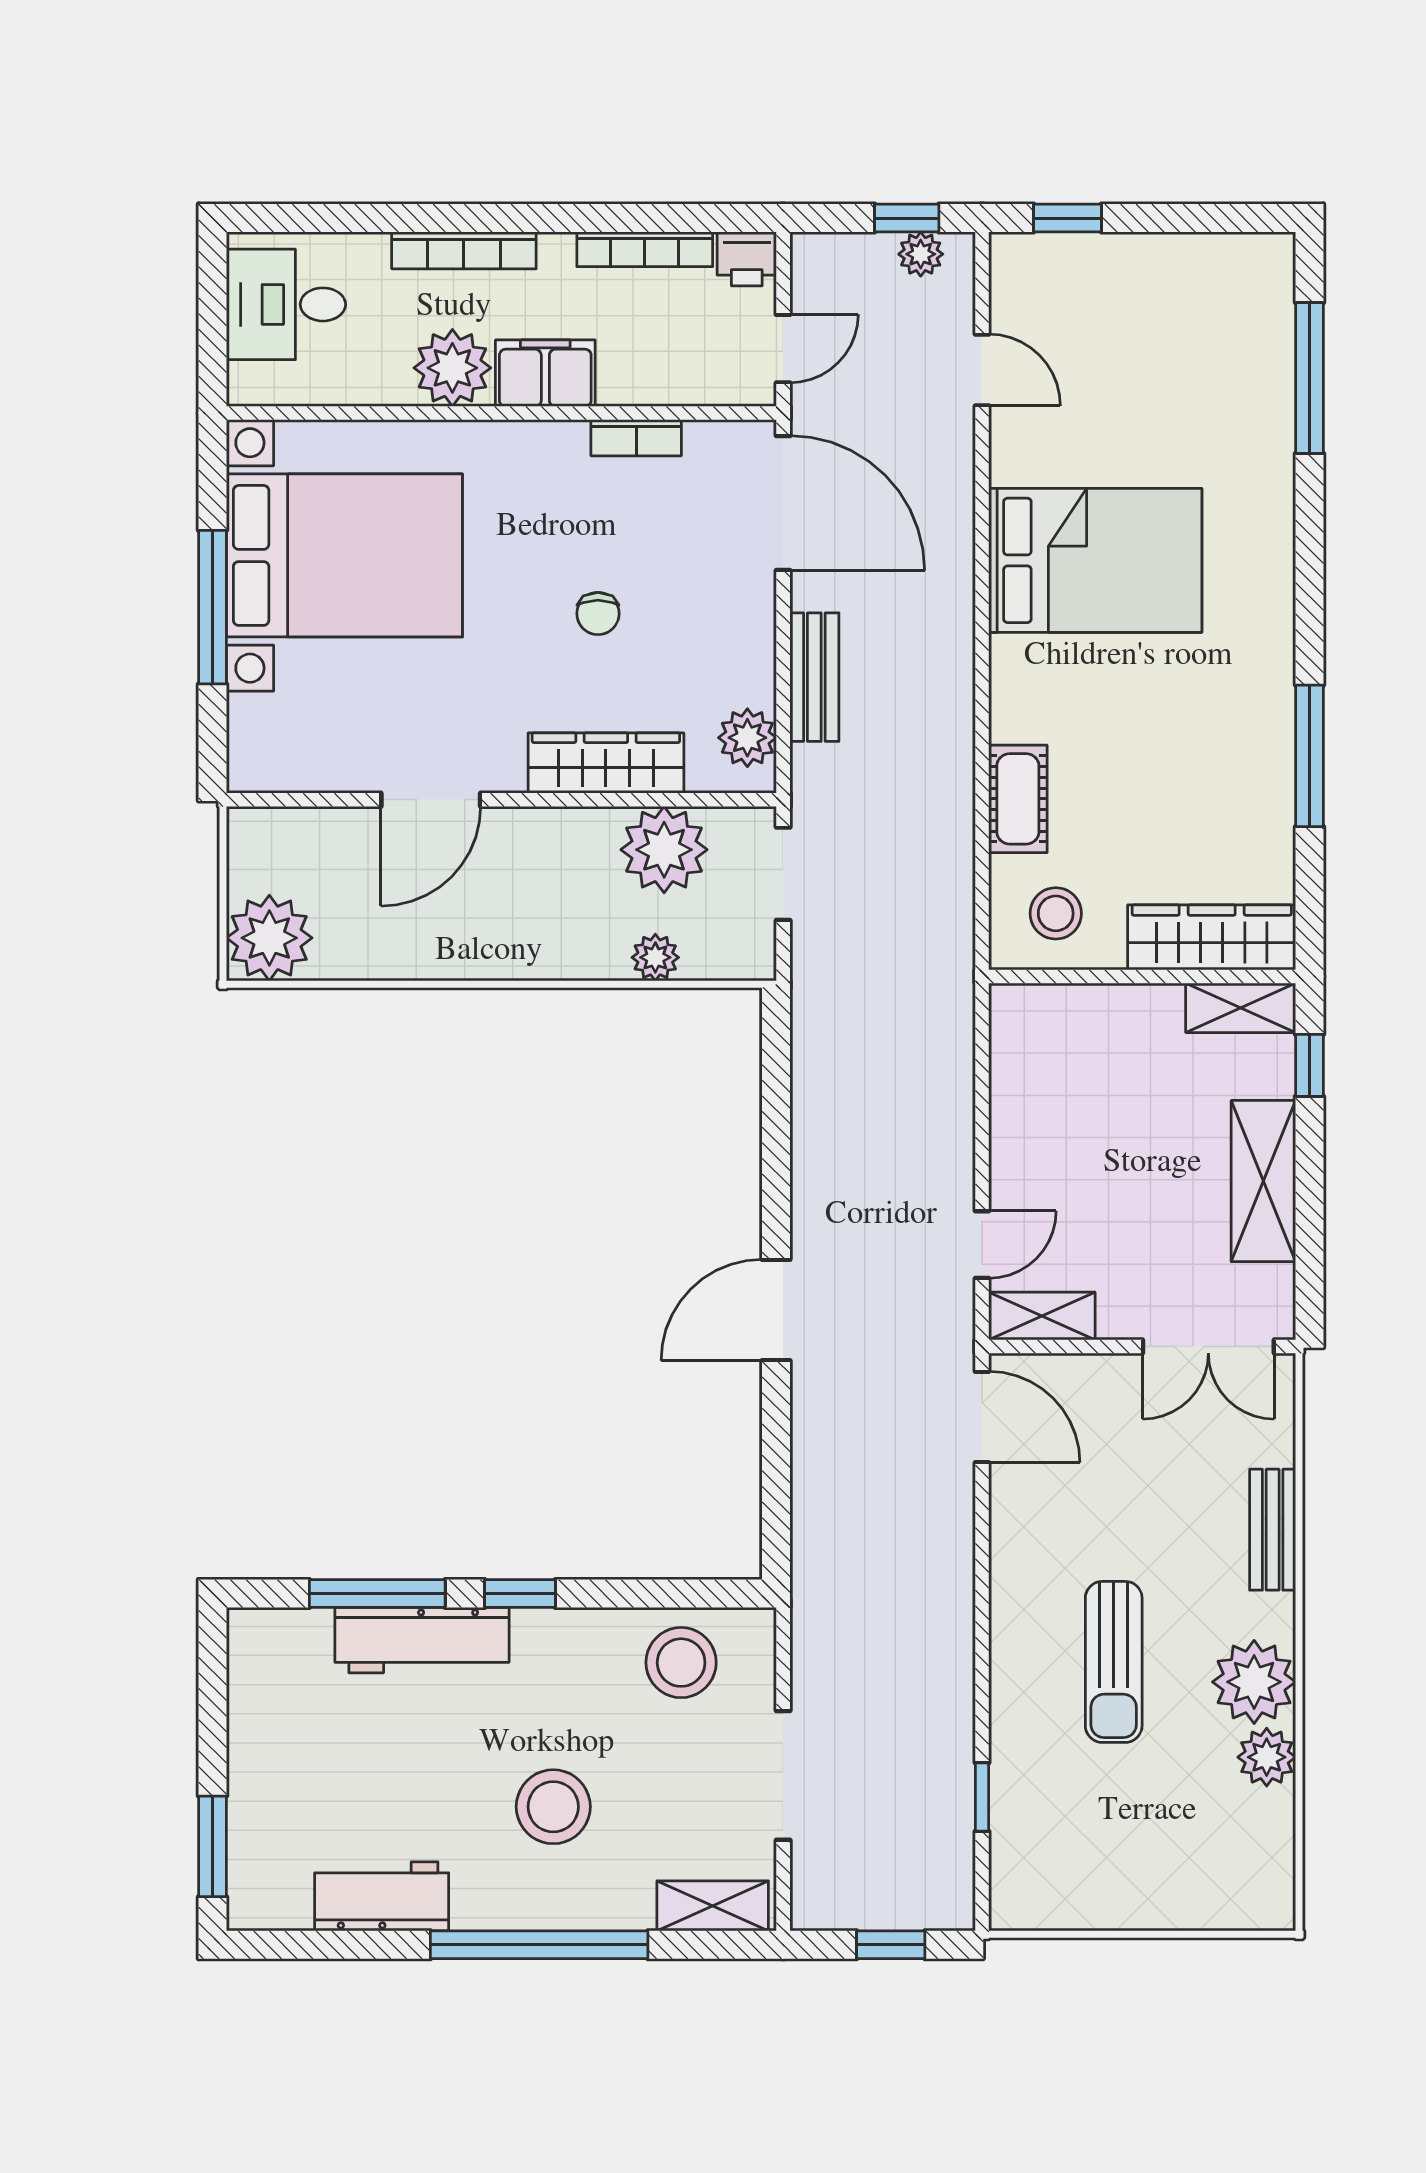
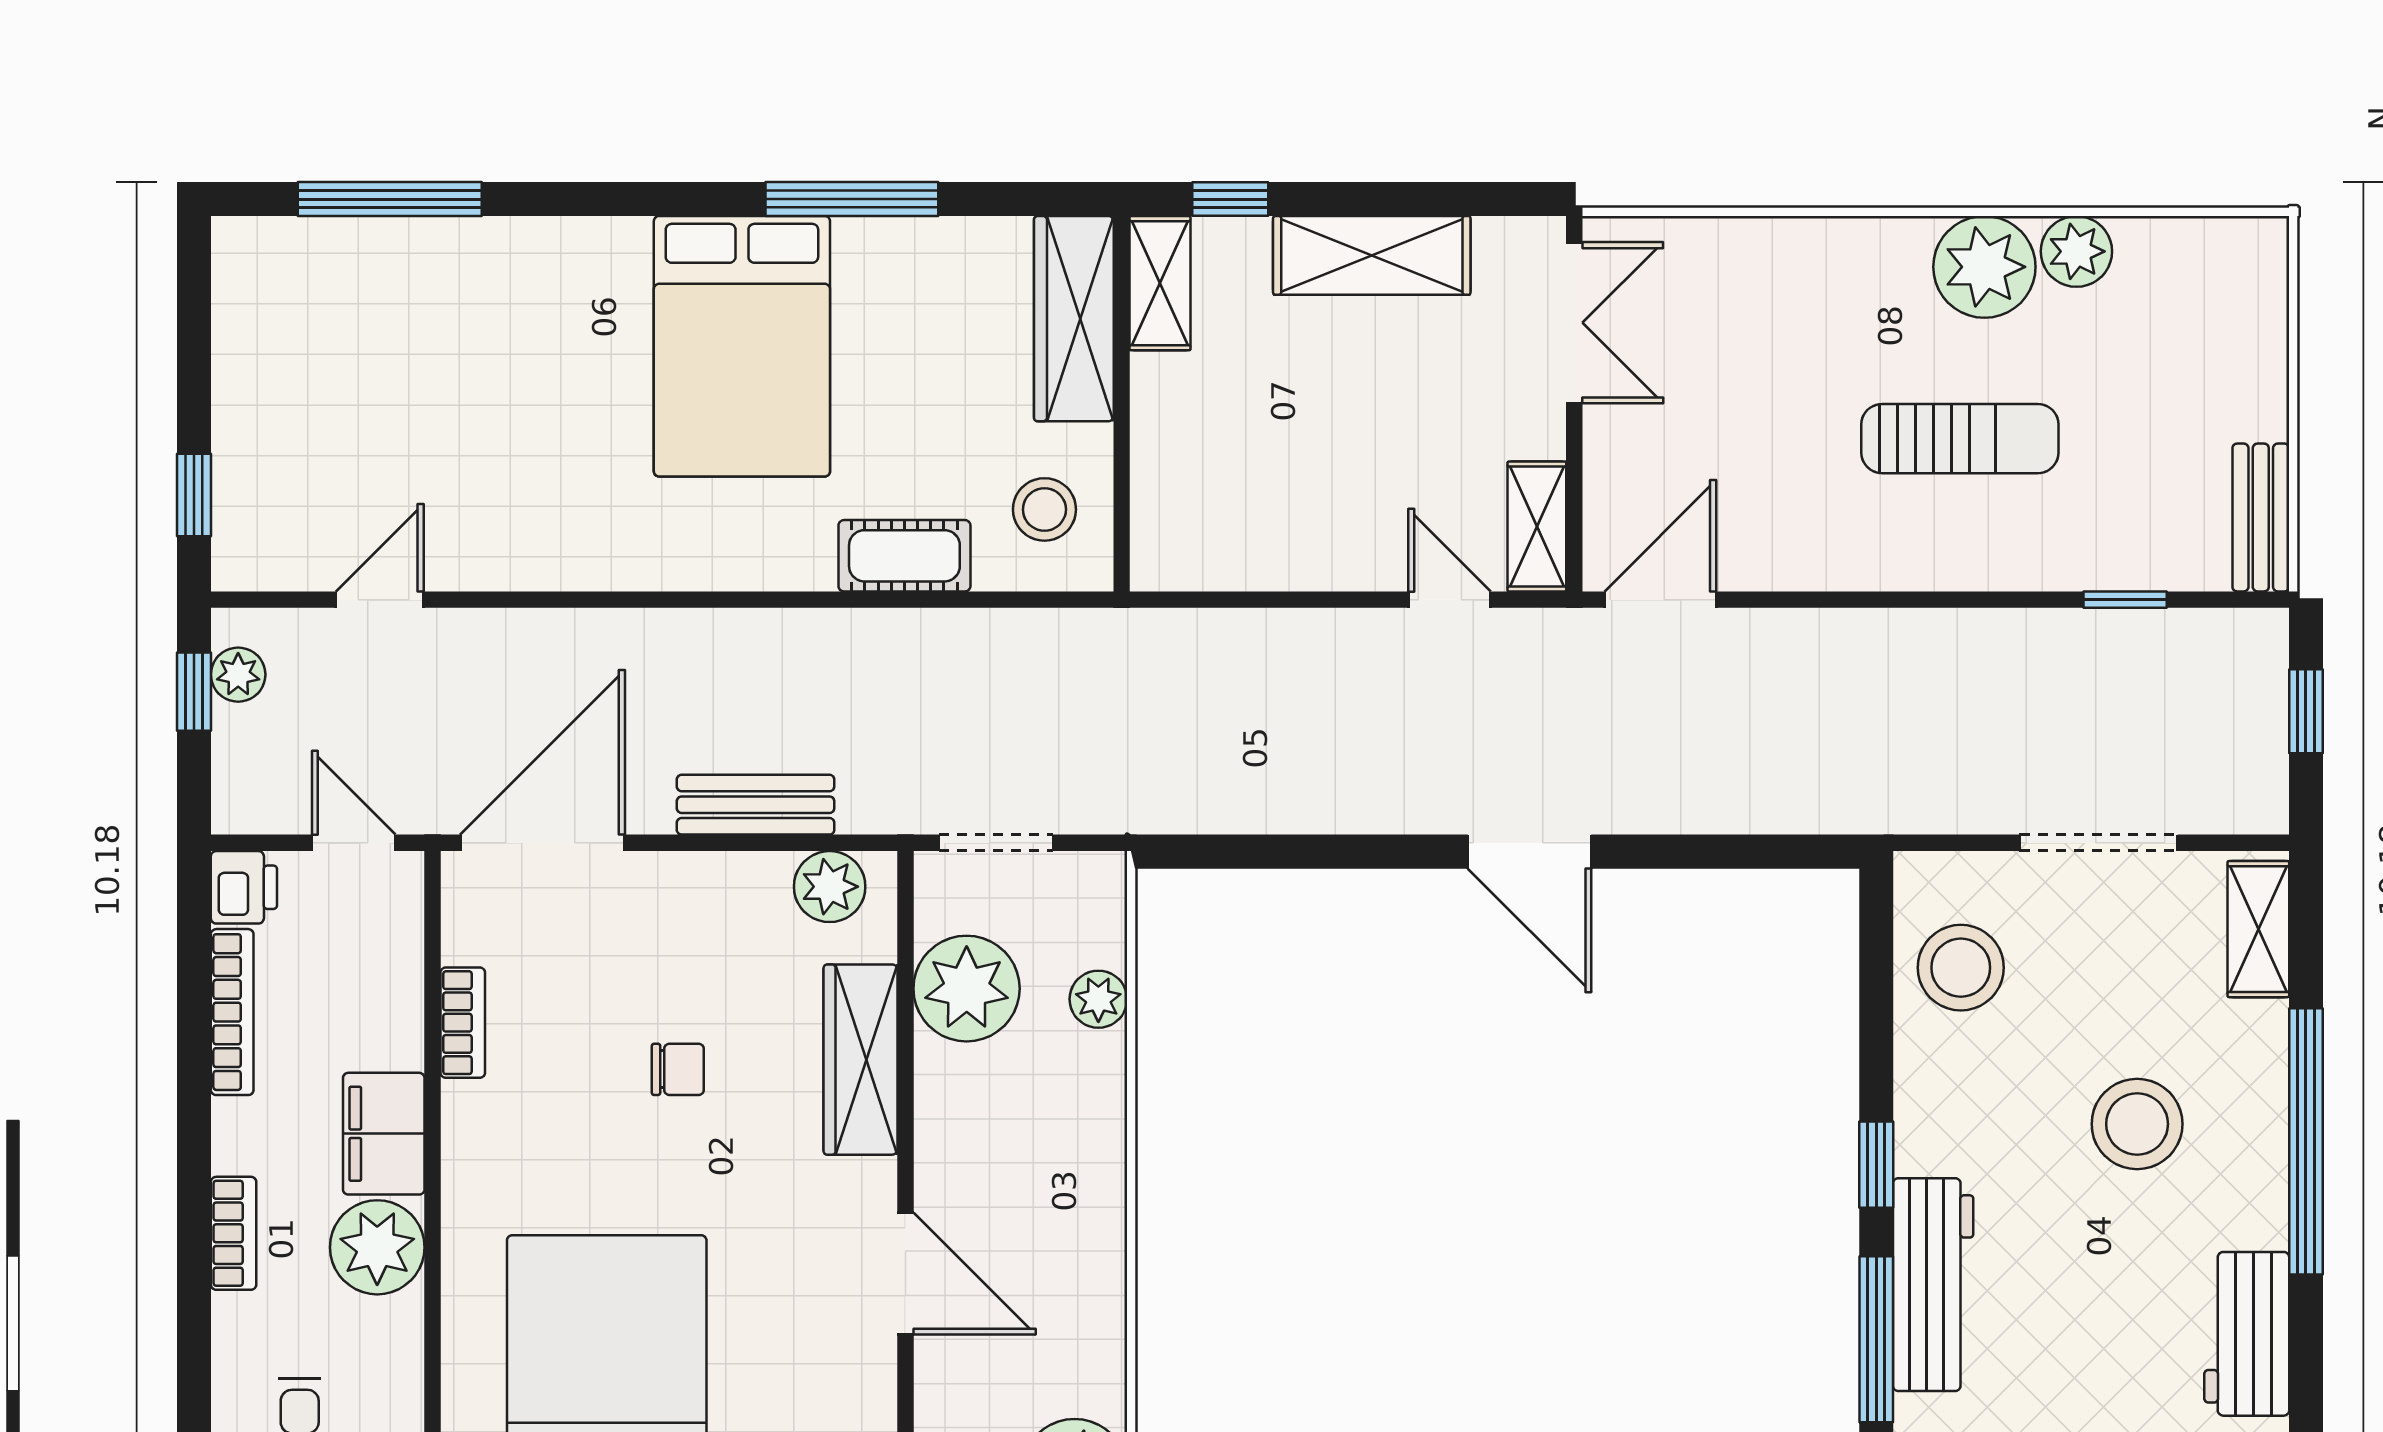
bookcase: (464, 250) -> (234, 1233), width x0.64
bed: (1095, 560) -> (742, 346), moved, turned 180
bench: (1273, 1530) -> (2261, 518), moved, turned 90

